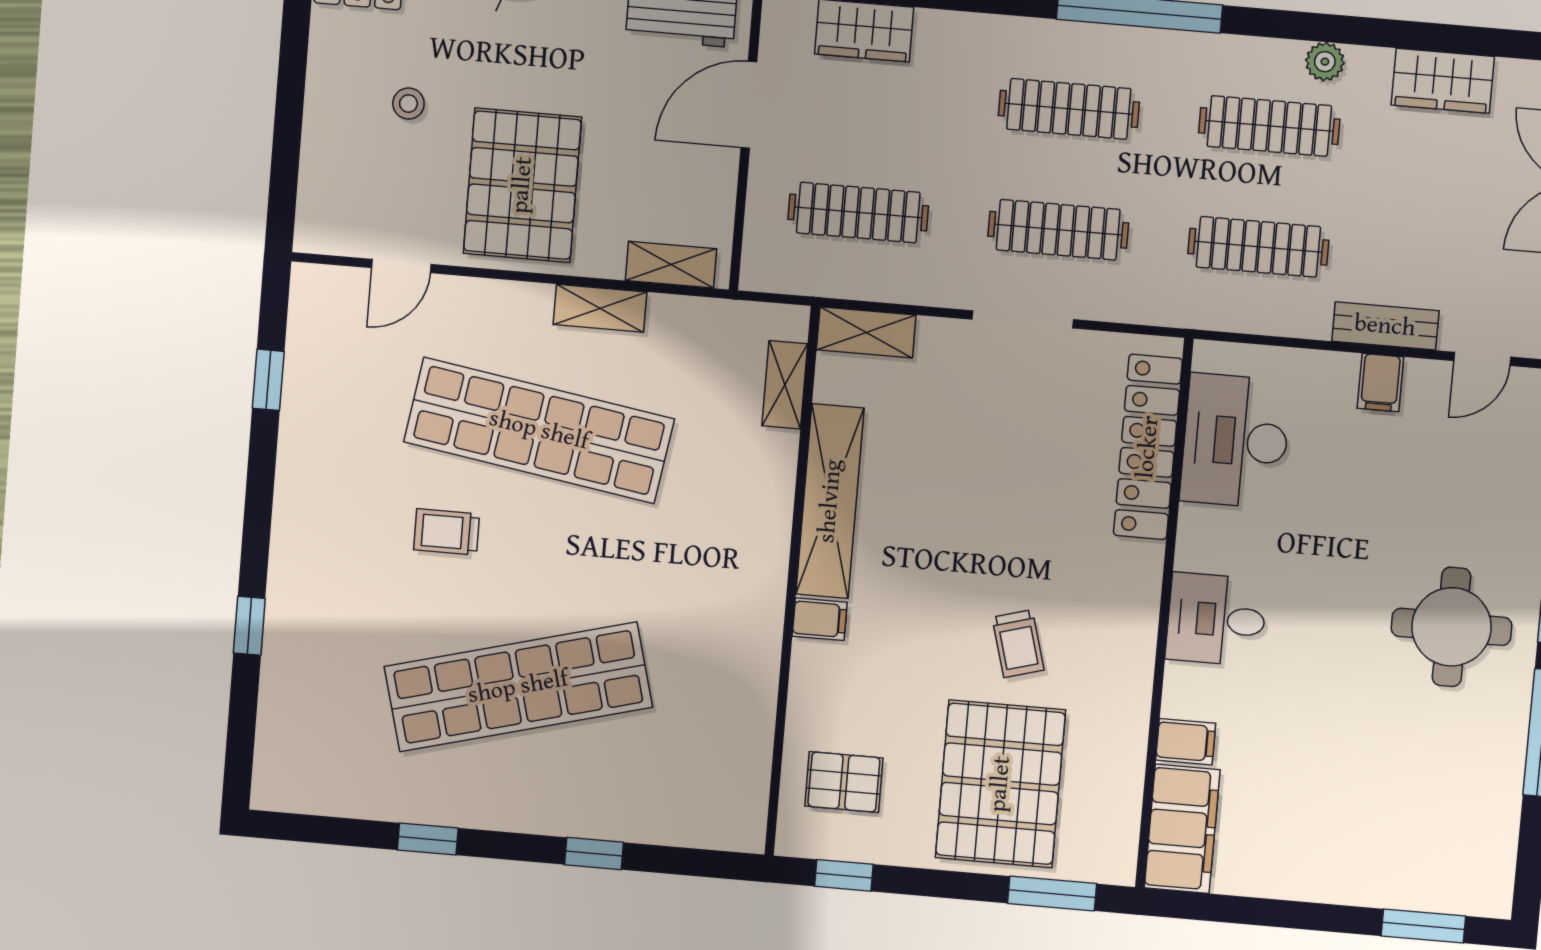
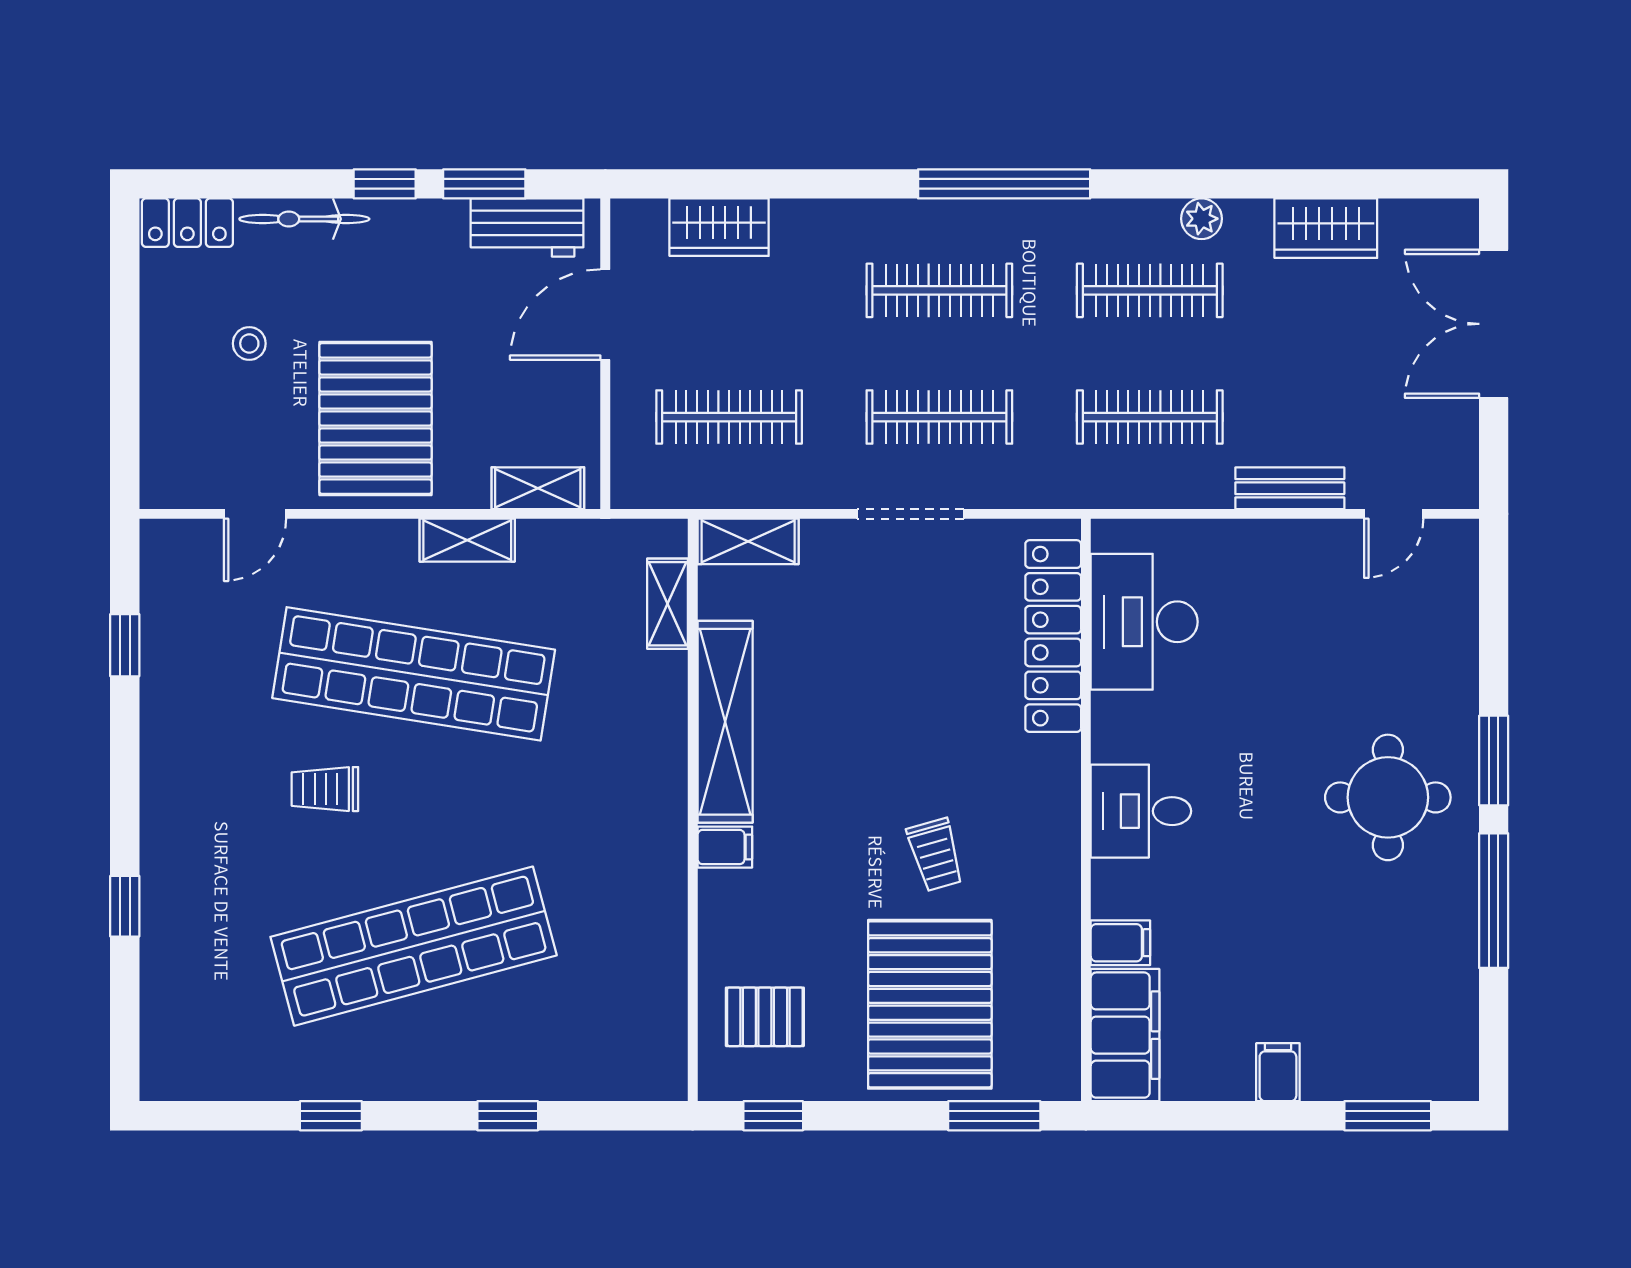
filing cabinet: (1380, 383) -> (1278, 1072), moved, turned 180

